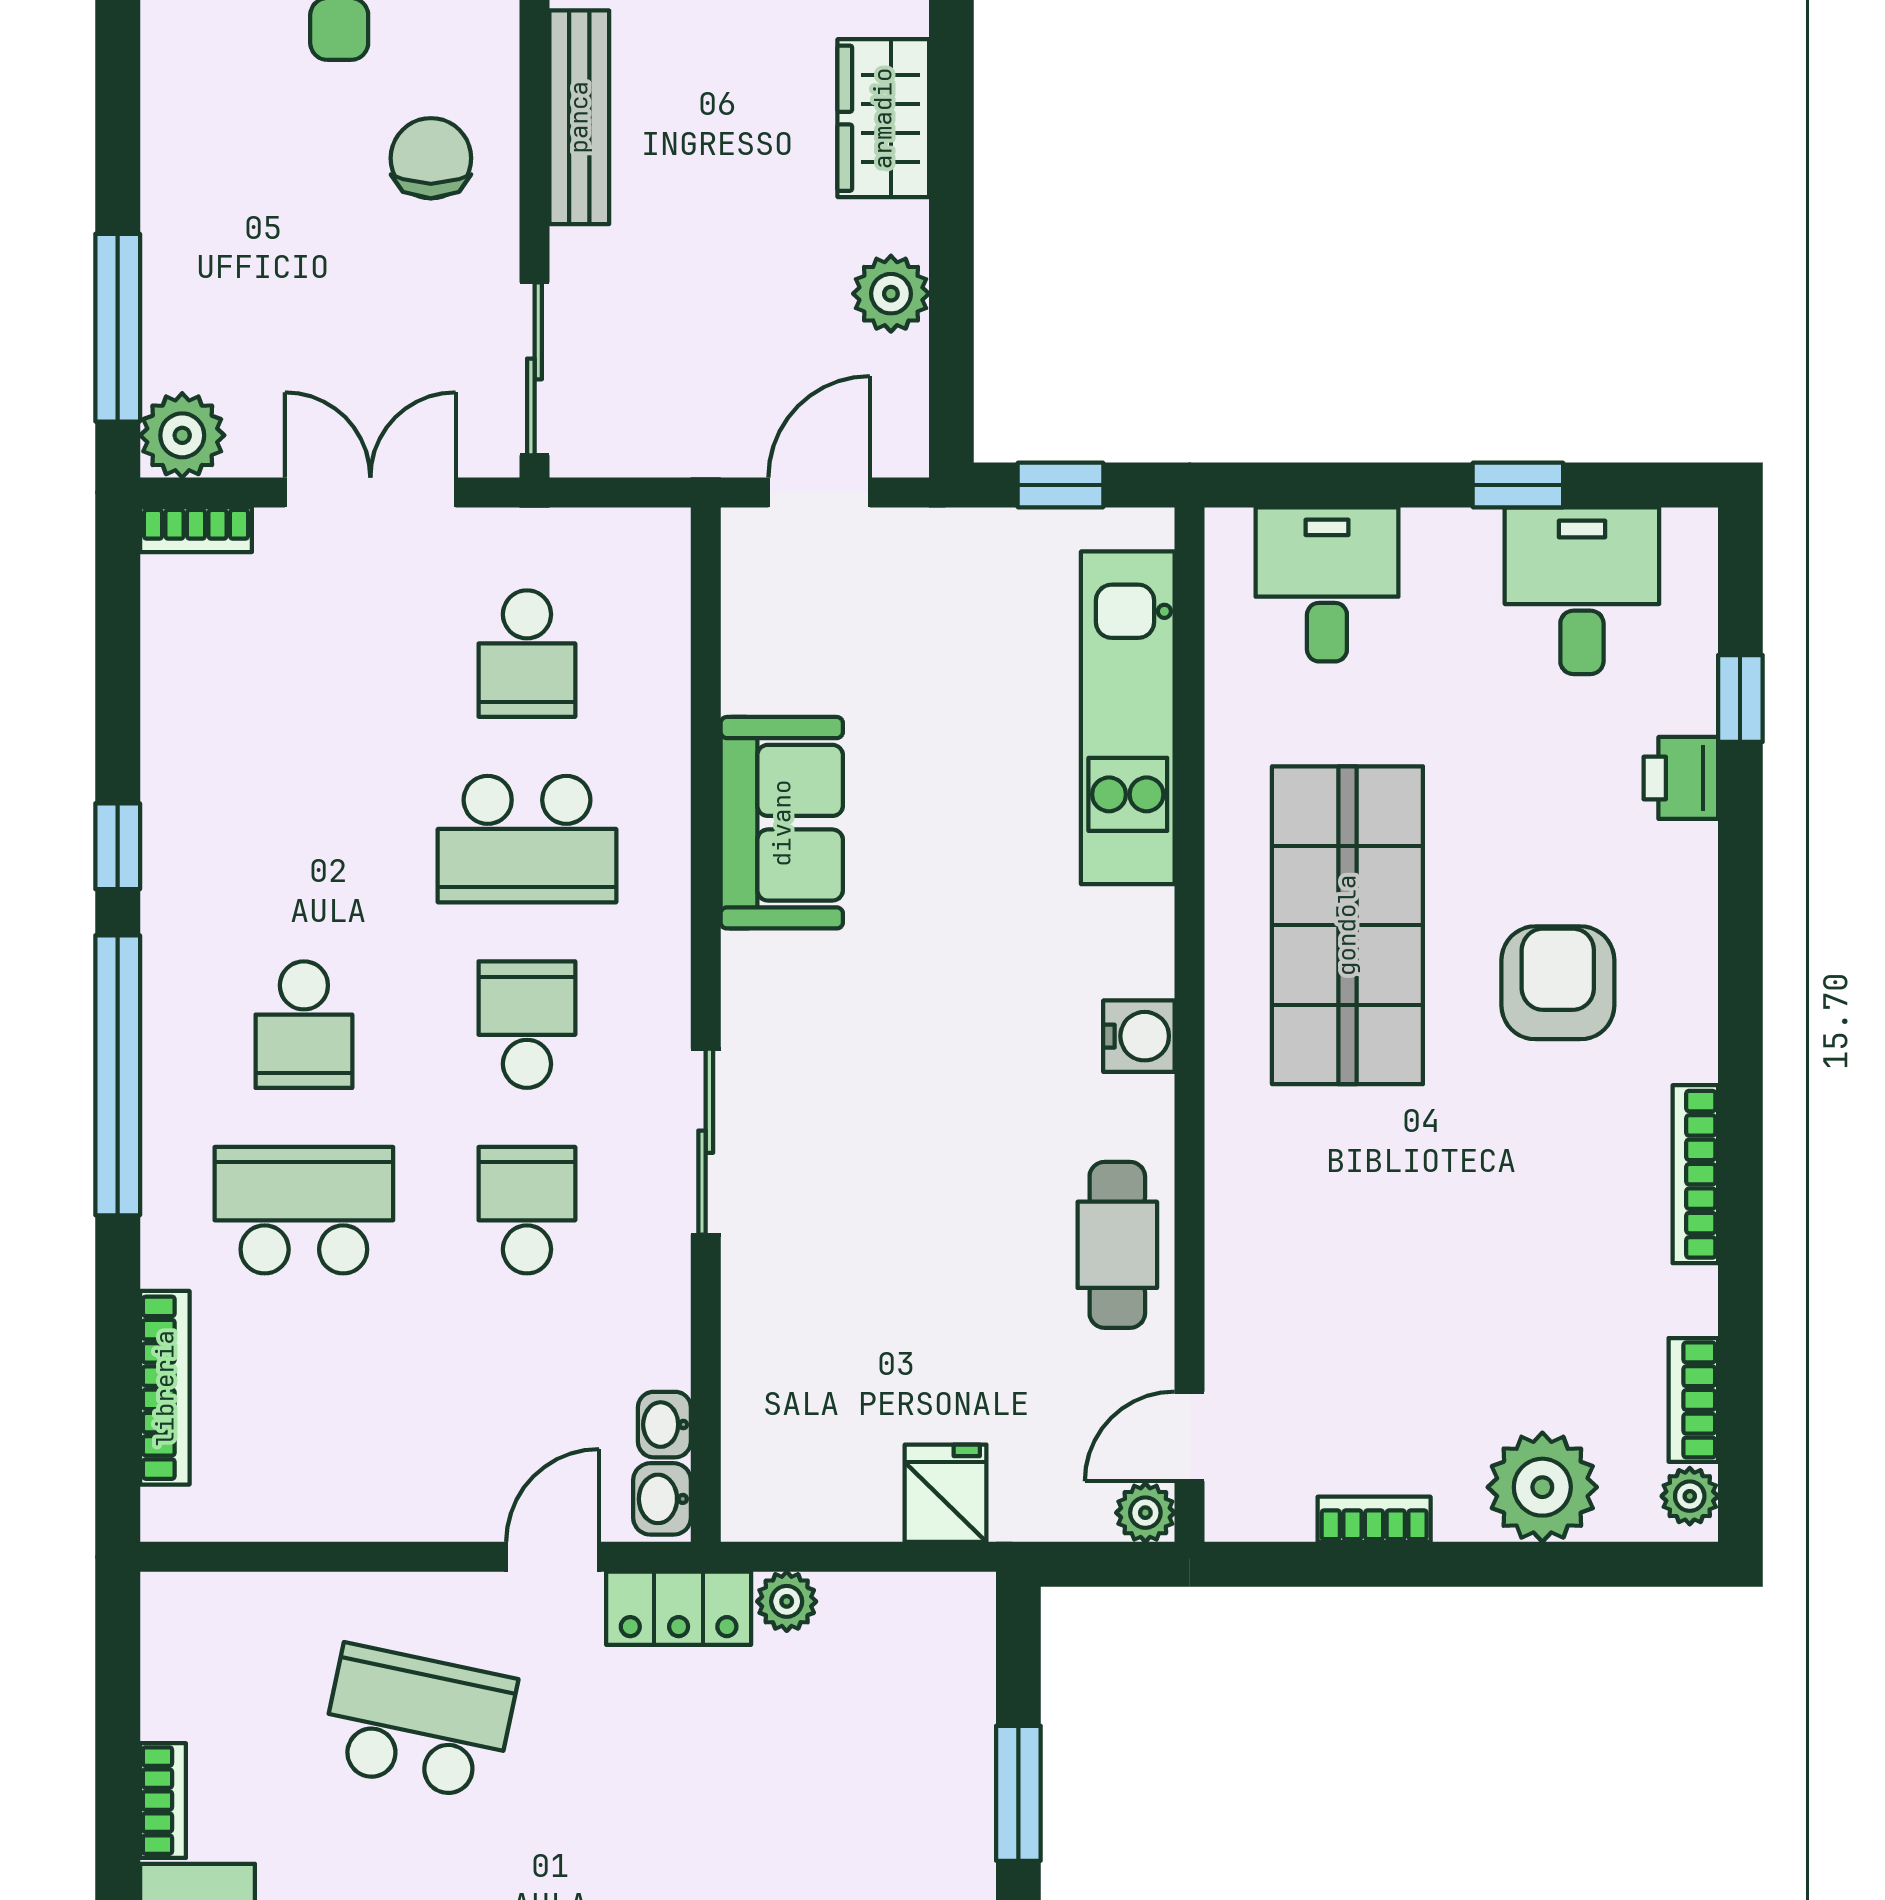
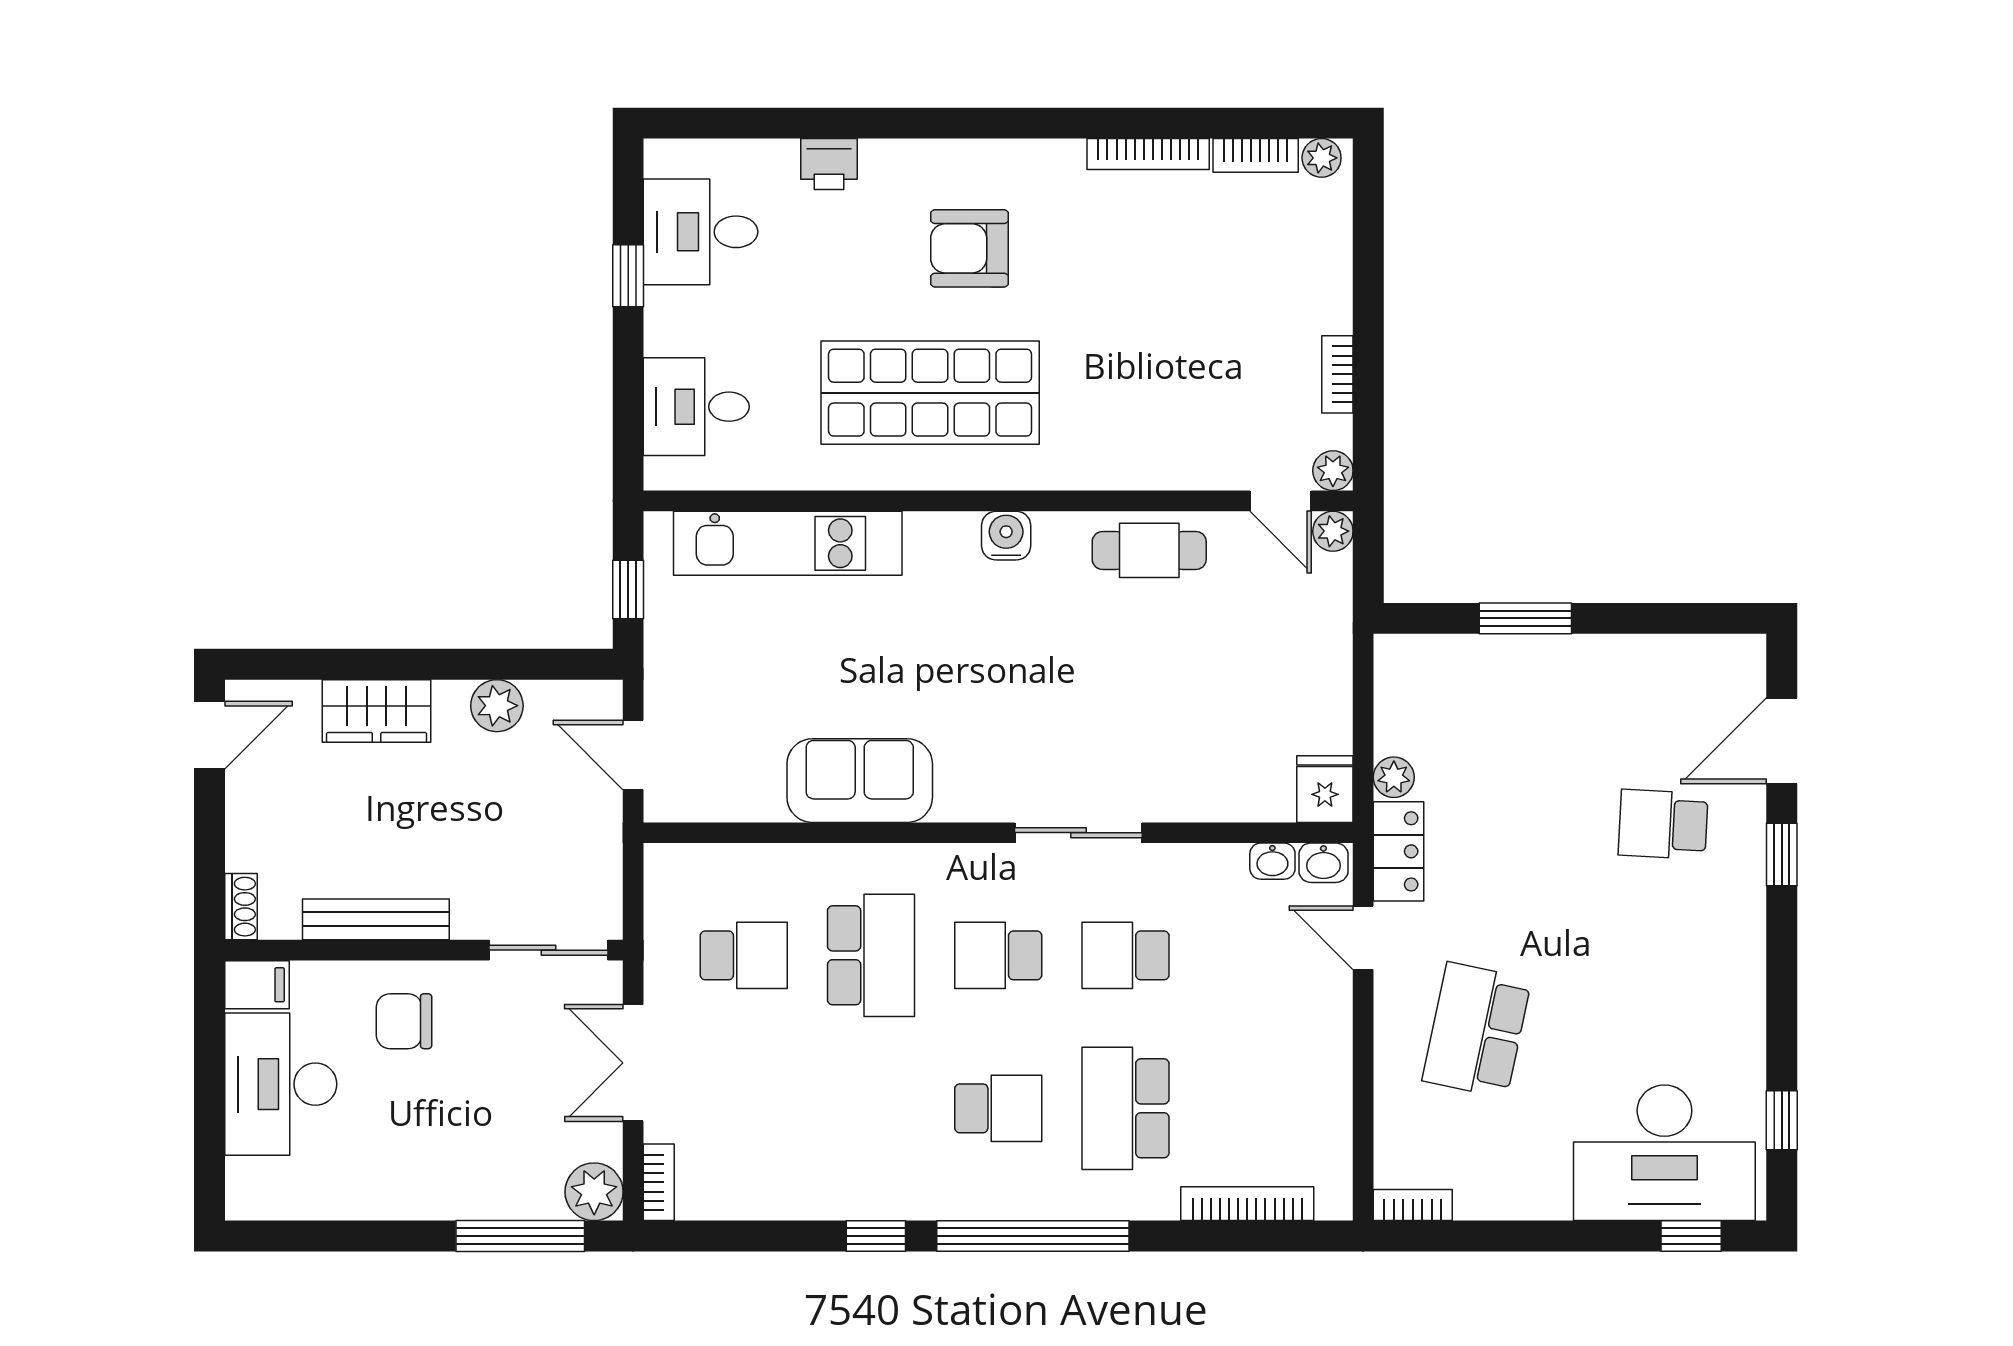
window: (1740, 698) -> (775, 123), removed
bookcase: (1695, 1174) -> (1148, 154), moved
plant: (1542, 1487) -> (1333, 471), moved, width x0.53, depth x0.53
fridge: (946, 1493) -> (1325, 789), moved, turned 90
bookcase: (163, 1801) -> (1413, 1205), moved

